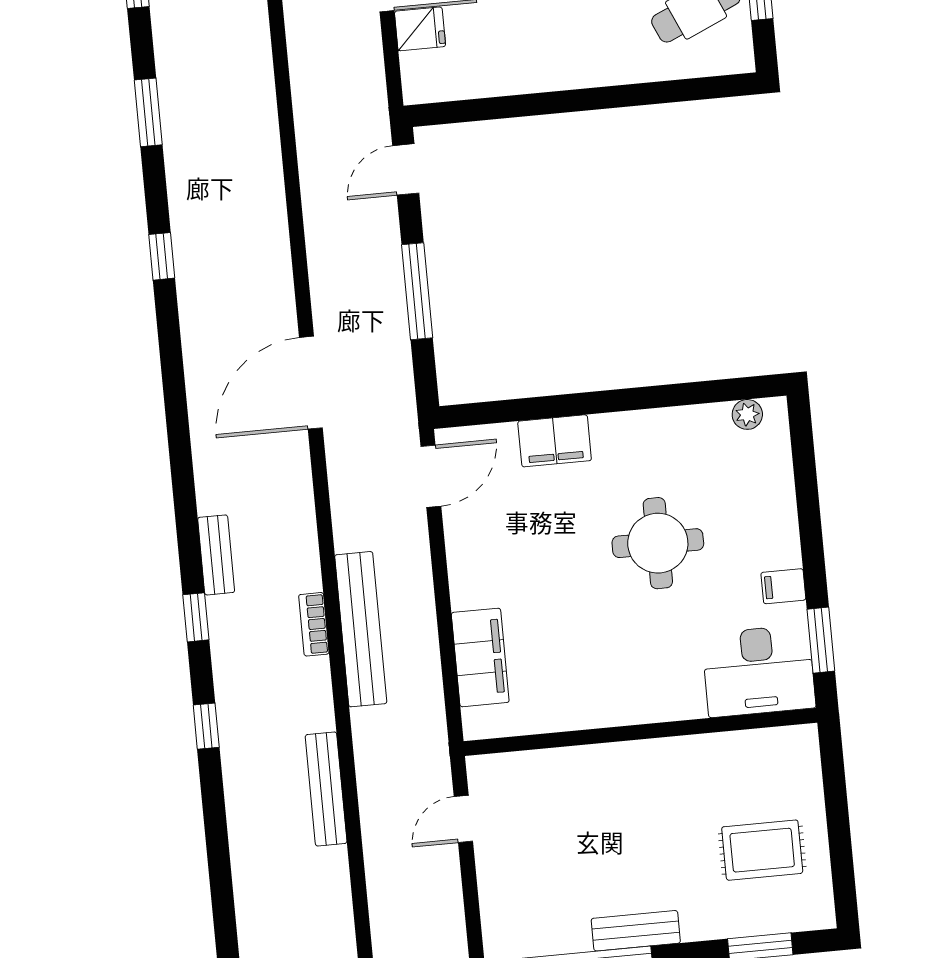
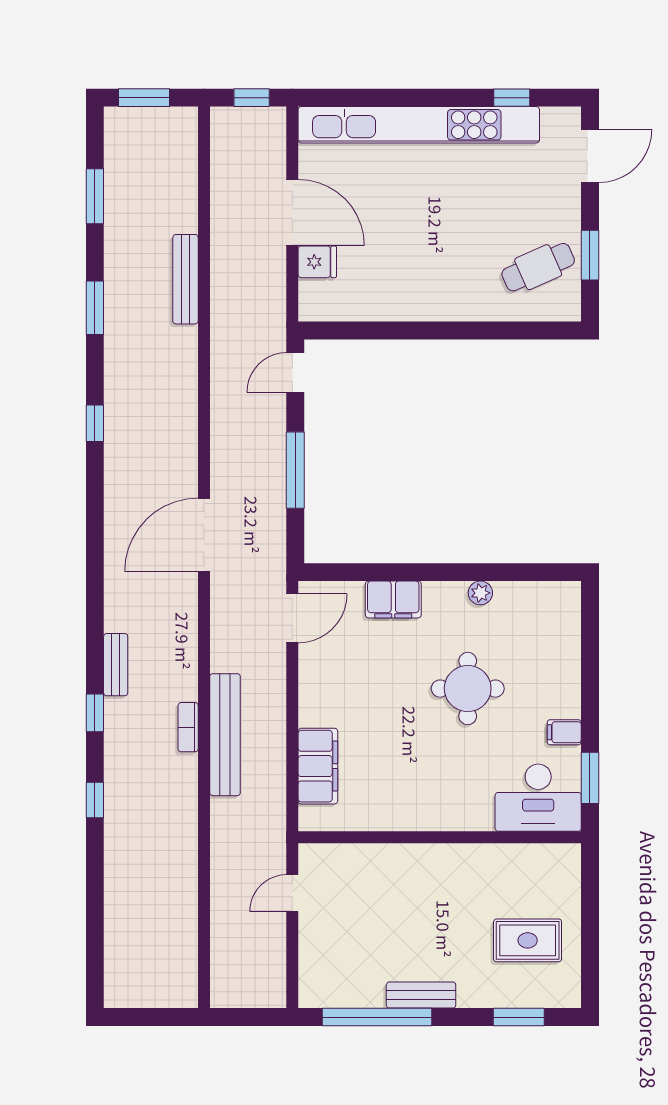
plant: (747, 414) -> (480, 593), moved
bench: (326, 789) -> (185, 279), moved

